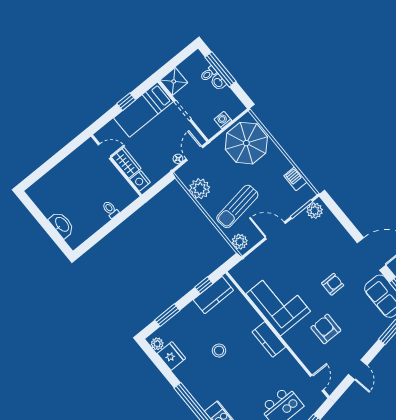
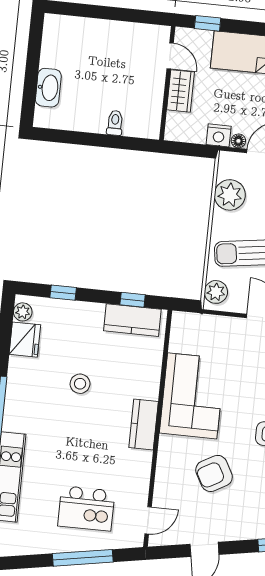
window: (126, 102) -> (208, 23), moved
nightstand: (140, 181) -> (219, 135), moved, turned -90
window: (167, 315) -> (63, 293), width x0.67
armchair: (326, 329) -> (214, 473), turned -119

